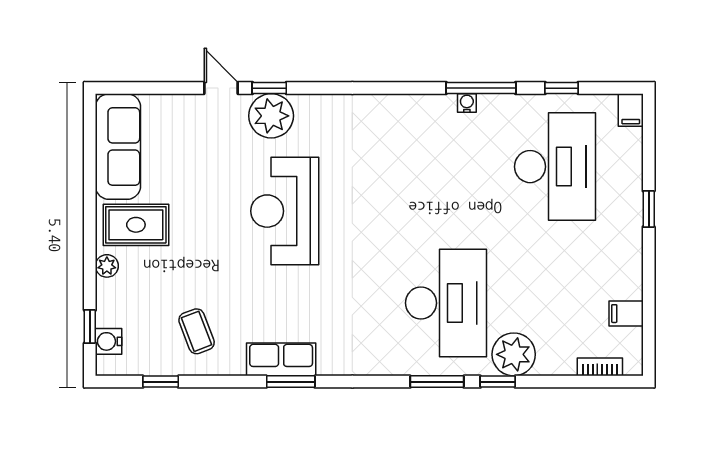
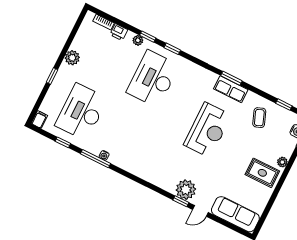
door: (221, 88) -> (200, 211), hinge flipped
sofa: (118, 147) -> (235, 214), moved, turned 90
reception desk: (285, 211) -> (208, 130), moved
plant: (627, 265) -> (72, 58), added
filing cabinet: (626, 314) -> (82, 38), removed
plant: (514, 354) -> (138, 40), width x0.53, depth x0.53
printer: (560, 362) -> (119, 32), added
window: (437, 382) -> (172, 49), width x0.67

